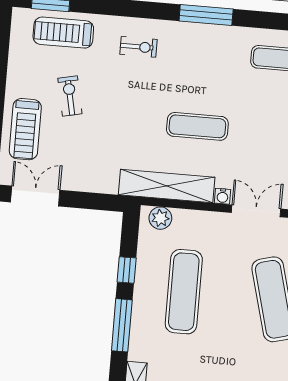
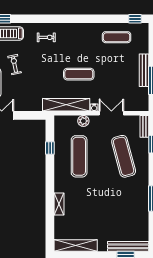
window: (206, 15) -> (78, 19), removed
plant: (160, 218) -> (83, 121), moved
window: (122, 325) -> (50, 176), removed

